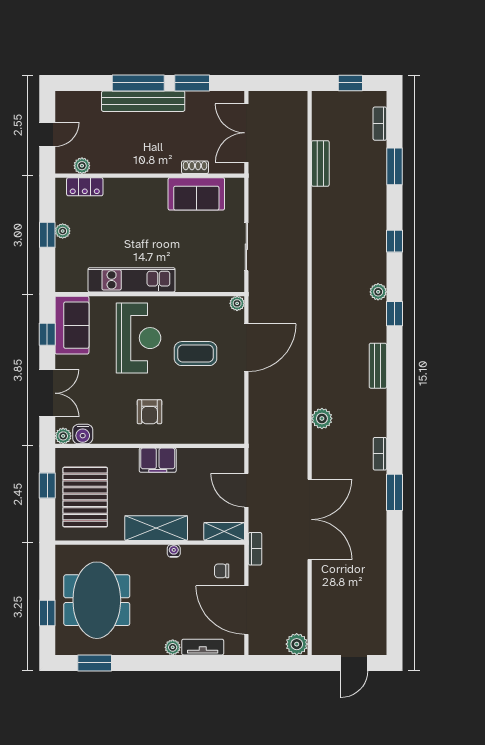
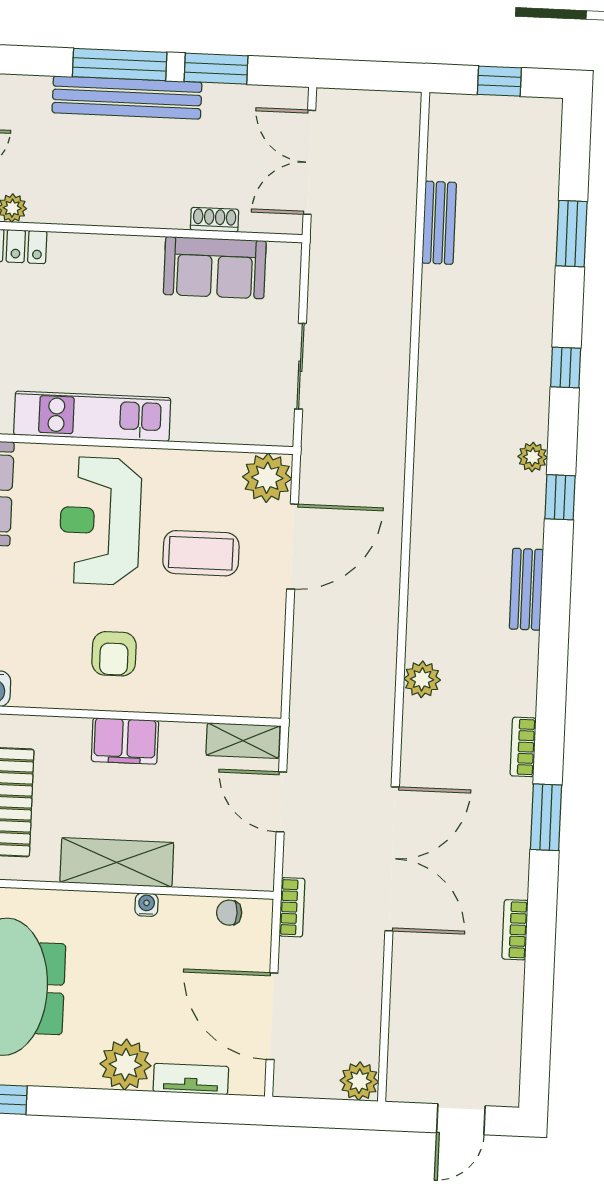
bookcase: (380, 124) -> (515, 930), moved
plant: (237, 303) -> (267, 478), width x1.88, depth x1.88
reception desk: (139, 338) -> (100, 521), turned 180
shelving: (224, 531) -> (243, 741), moved
chair: (222, 571) -> (229, 913), moved
plant: (173, 647) -> (126, 1065), width x1.87, depth x1.87

